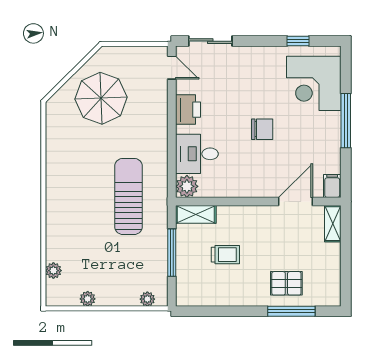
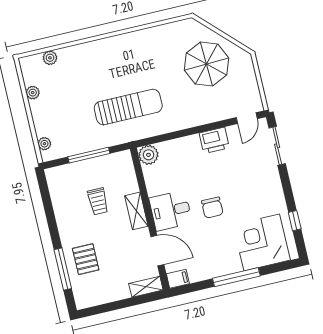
desk: (197, 154) -> (171, 211), moved, turned -90
shelving: (196, 214) -> (136, 211), moved

